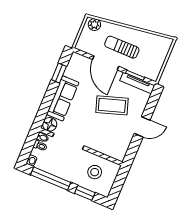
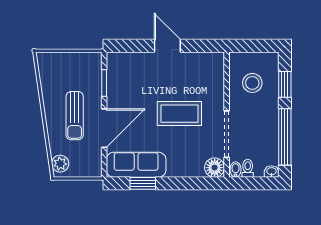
tv unit: (137, 83) -> (113, 76), removed
sofa: (63, 98) -> (136, 165), moved
coffee table: (112, 105) -> (179, 114), moved, turned -72

